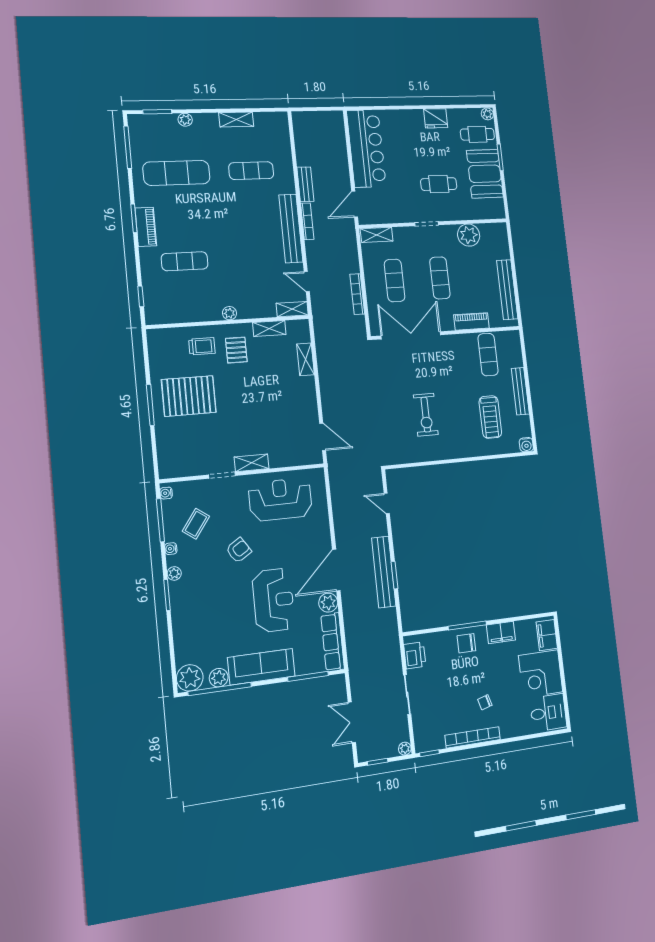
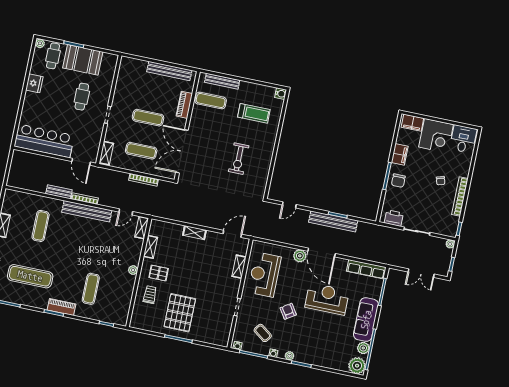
exercise mat: (177, 173) -> (30, 276), turned 90
plant: (469, 235) -> (123, 87), removed
shelving: (306, 359) -> (195, 233), moved
bench: (520, 391) -> (222, 81), moved
exercise bike: (426, 415) -> (239, 159), turned 90
shelving: (252, 463) -> (239, 267), moved
plant: (328, 603) -> (300, 256), moved

